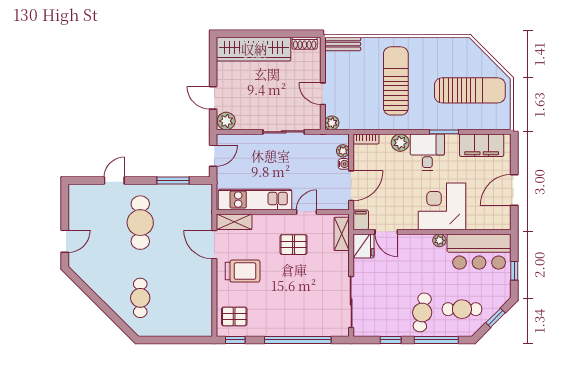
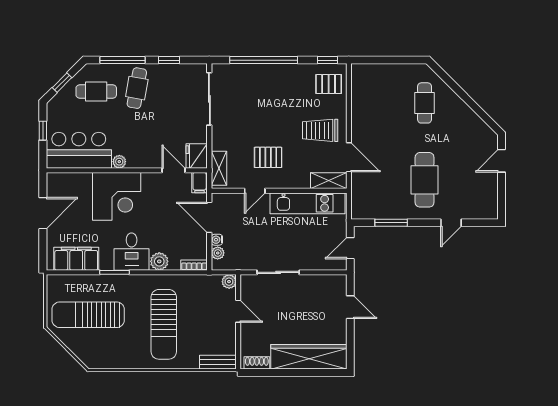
plant: (226, 121) -> (337, 284), removed
door: (351, 186) -> (209, 217), hinge flipped

